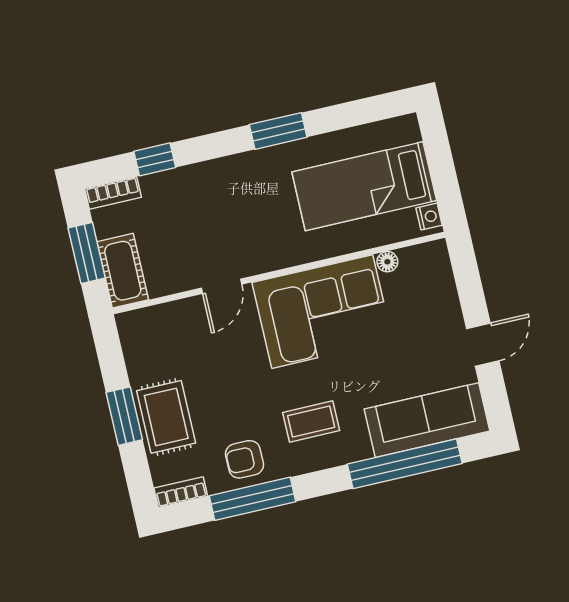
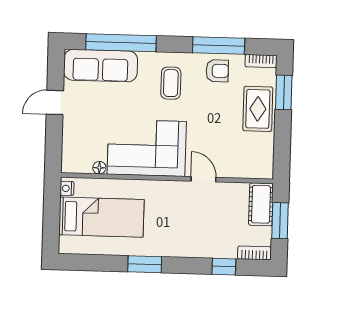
door: (222, 286) -> (204, 179), hinge flipped
window: (124, 416) -> (284, 92), moved
coffee table: (311, 422) -> (171, 83), turned 90

